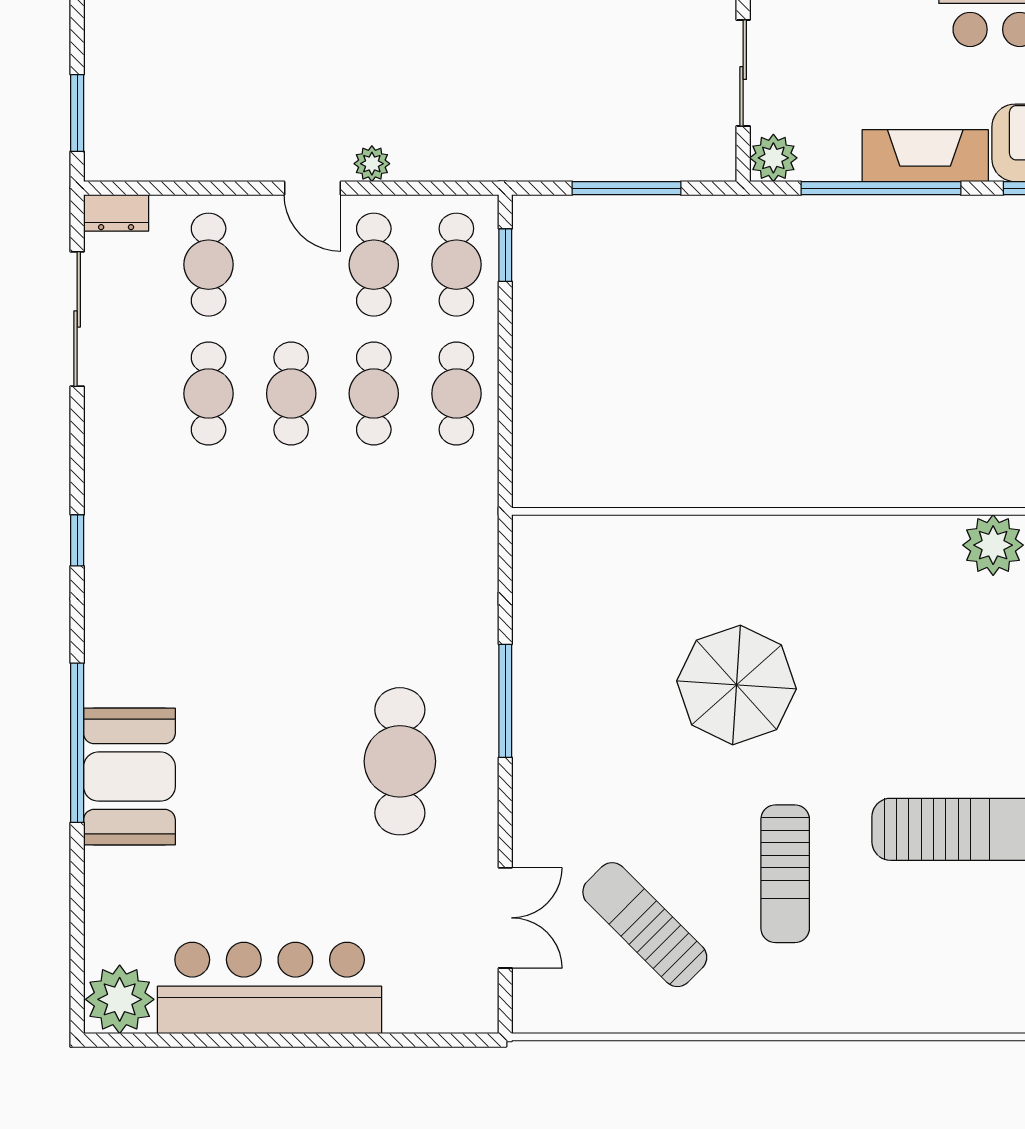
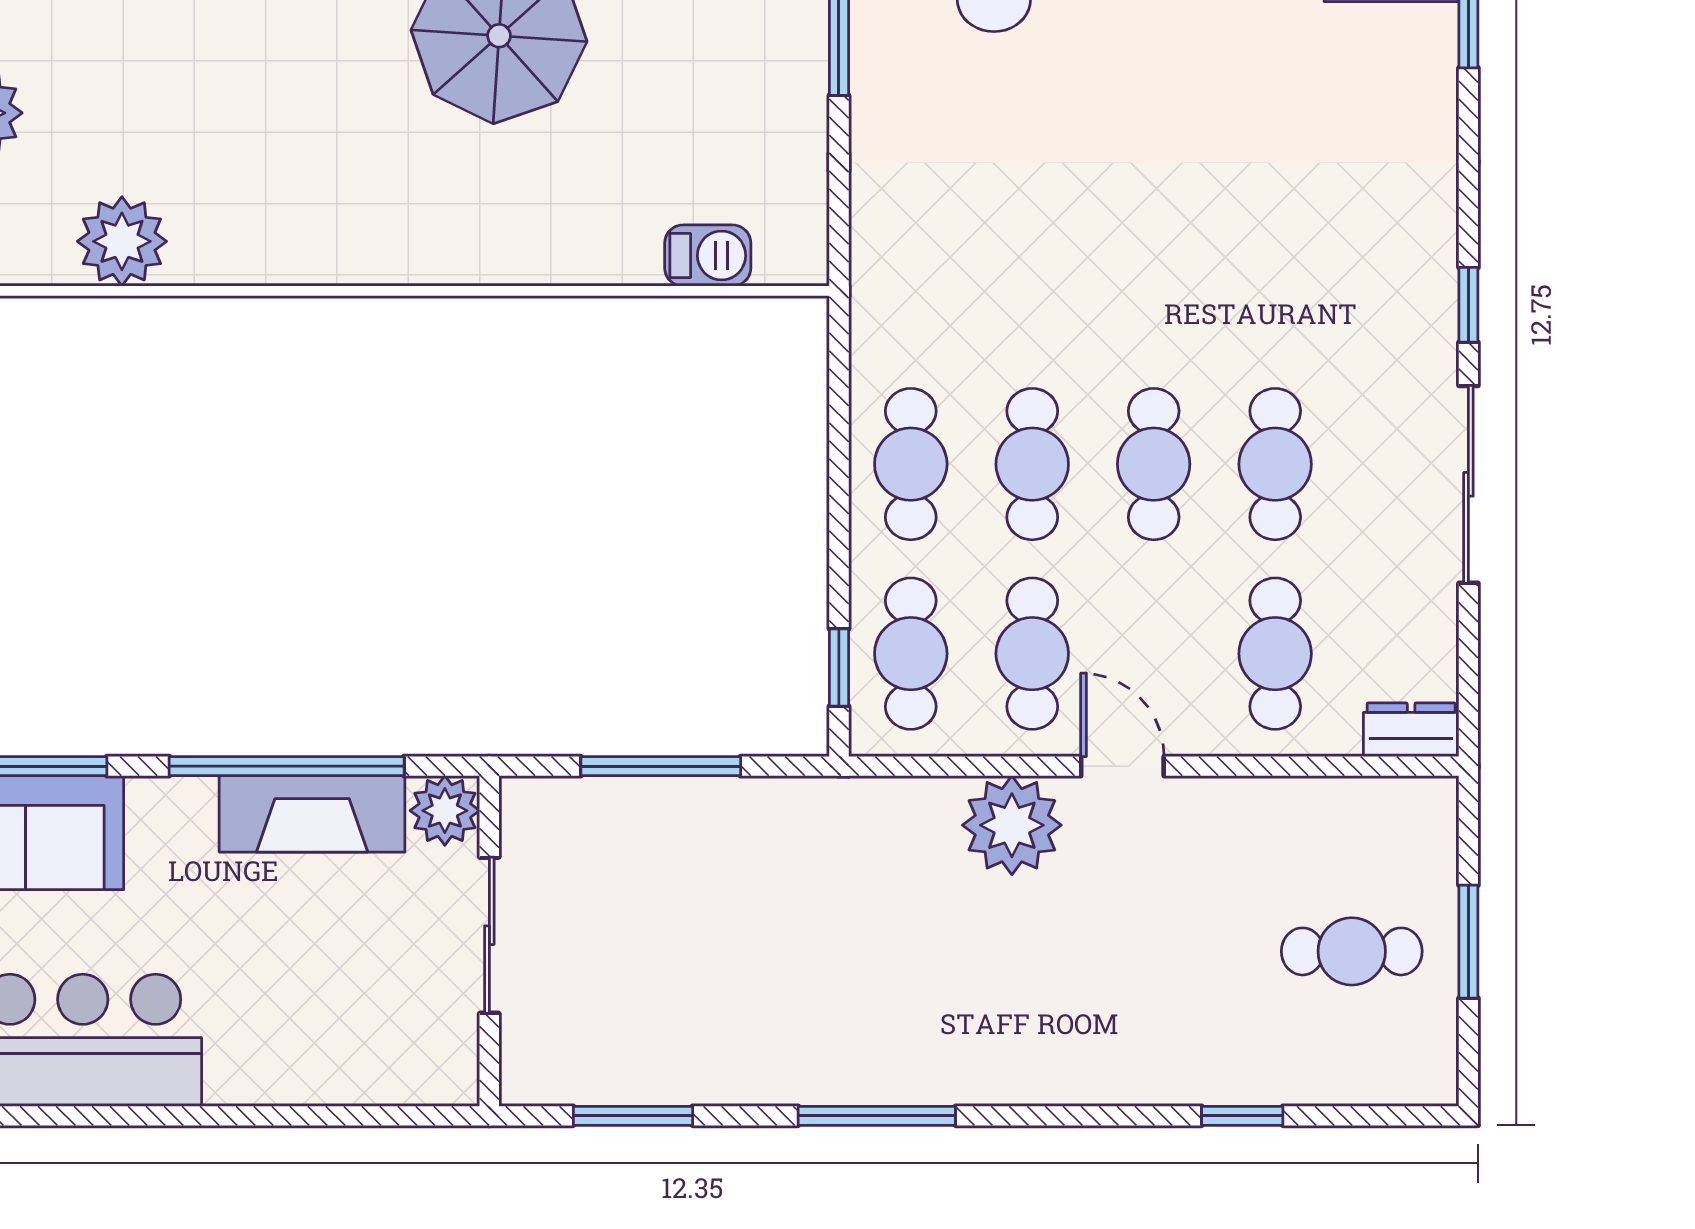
cafe table: (156, 62) -> (1352, 951), added
window: (77, 113) -> (1468, 942), moved
fireplace: (925, 156) -> (312, 814), moved
plant: (372, 164) -> (1012, 825), width x1.87, depth x1.87
sliding door: (77, 319) -> (1468, 484), moved
barbecue: (595, 535) -> (708, 256), added
window: (77, 540) -> (1468, 305), moved

